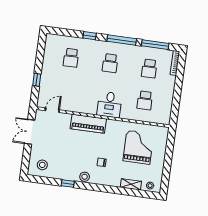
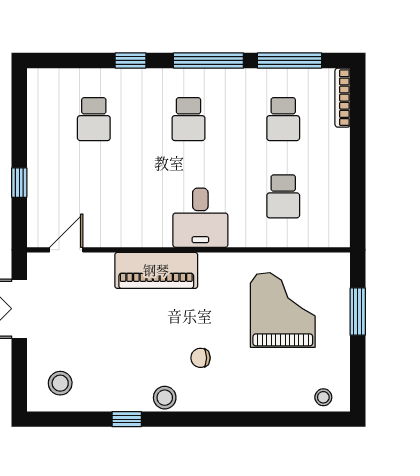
window: (169, 152) -> (358, 312), added
shelving: (131, 184) -> (277, 401), removed

